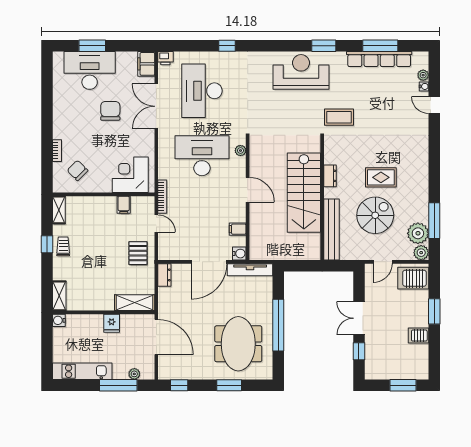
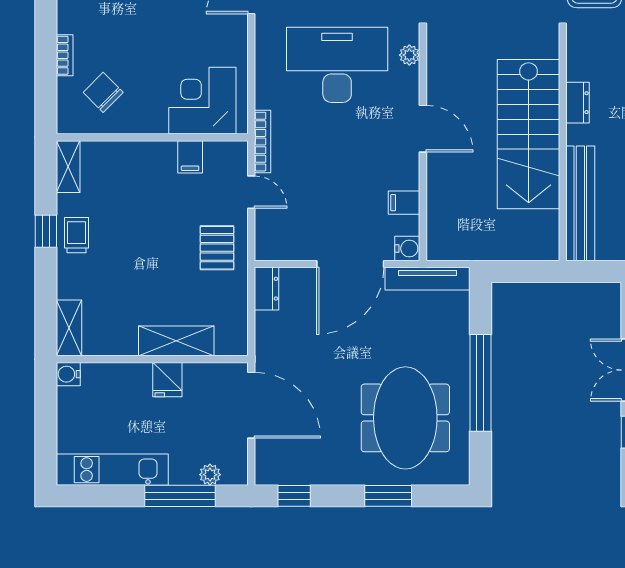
shelving: (135, 303) -> (176, 341), moved

